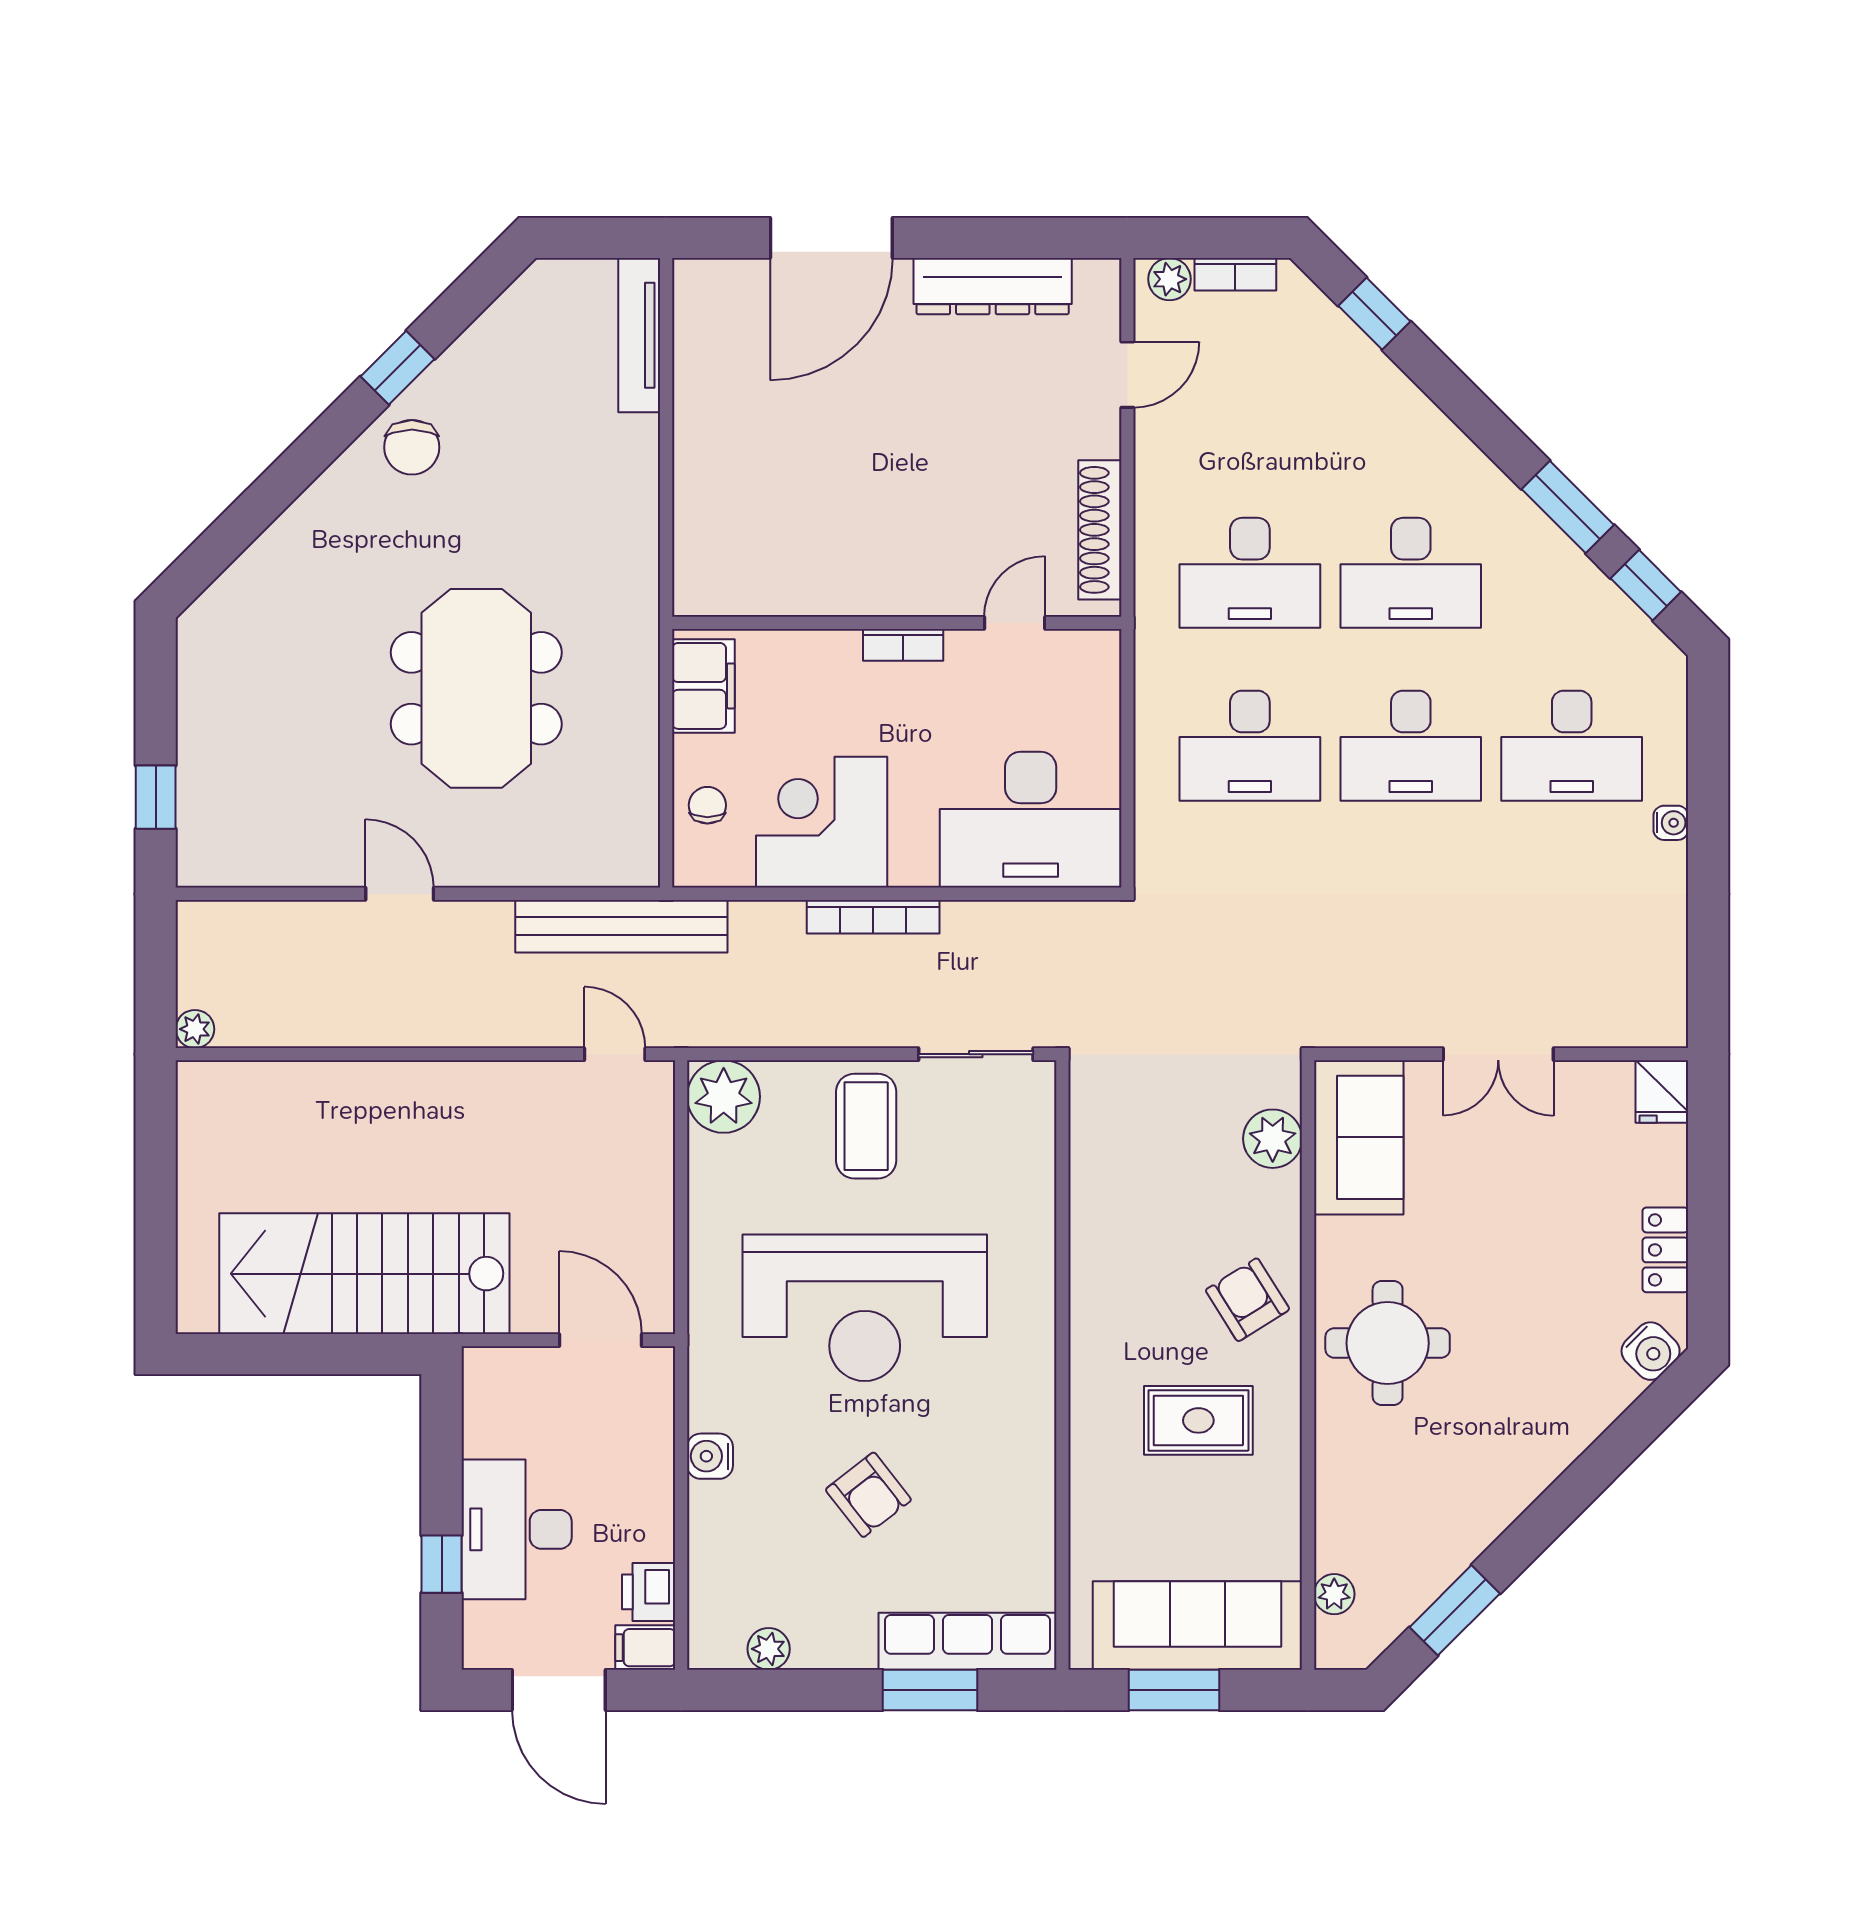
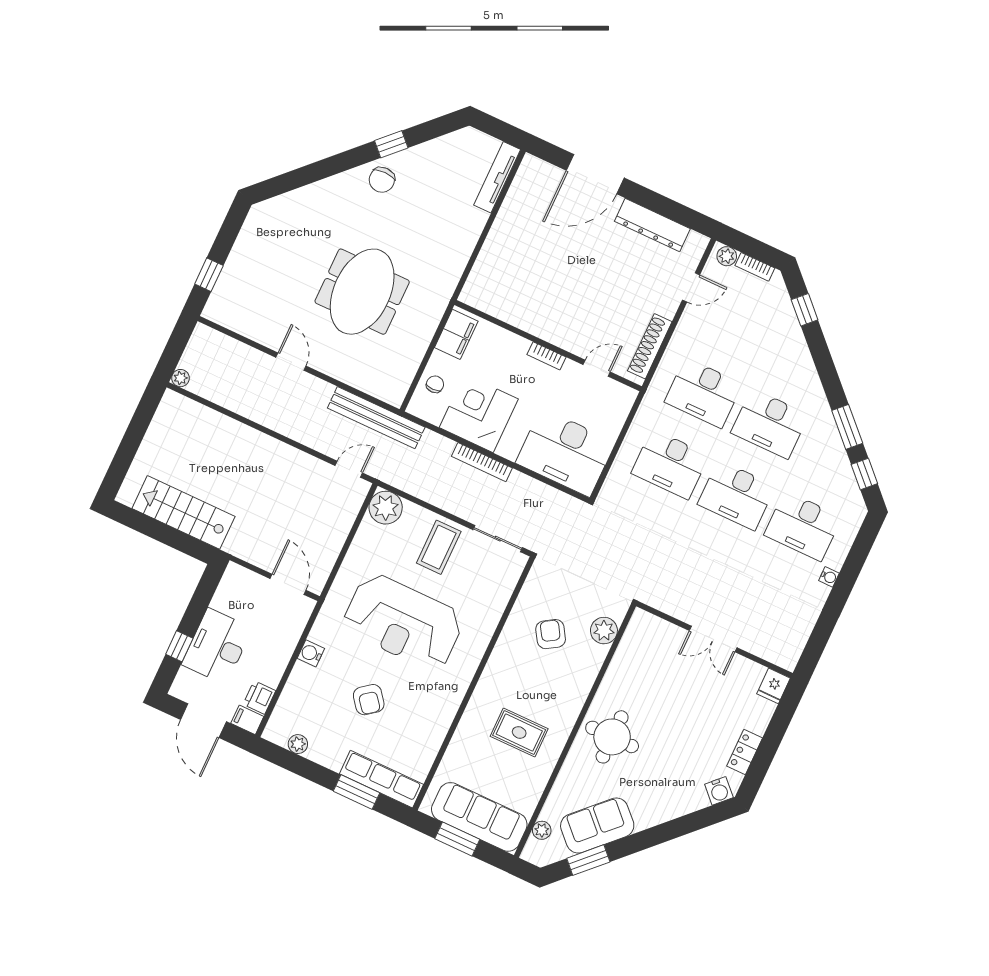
door: (615, 1054) -> (349, 469), hinge flipped
sofa: (1359, 1137) -> (597, 826), moved, turned -135
stairs: (364, 1274) -> (183, 512), width x0.73, depth x0.66
armchair: (1247, 1300) -> (551, 634), moved

